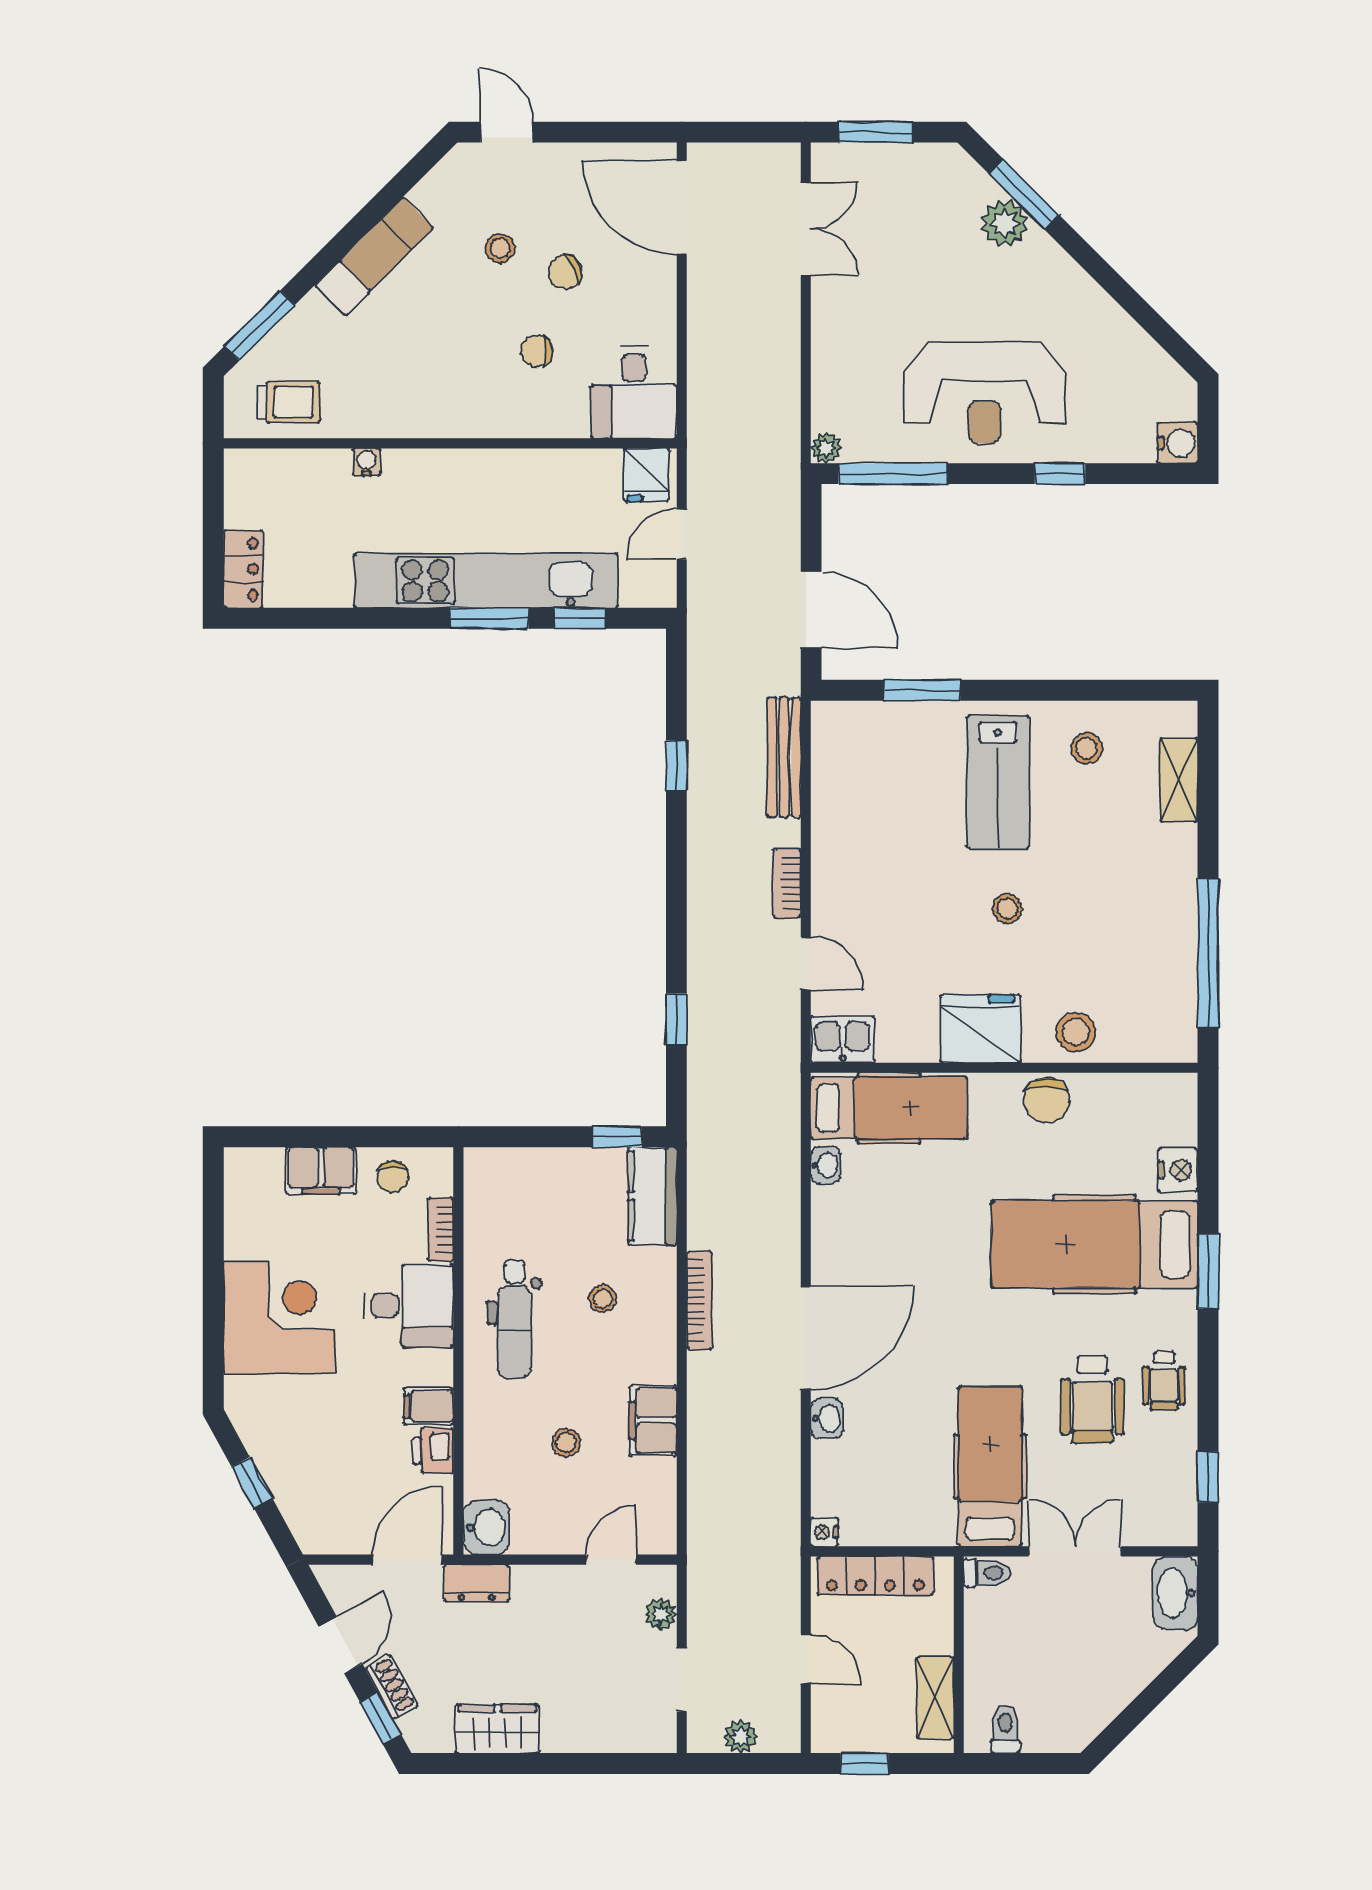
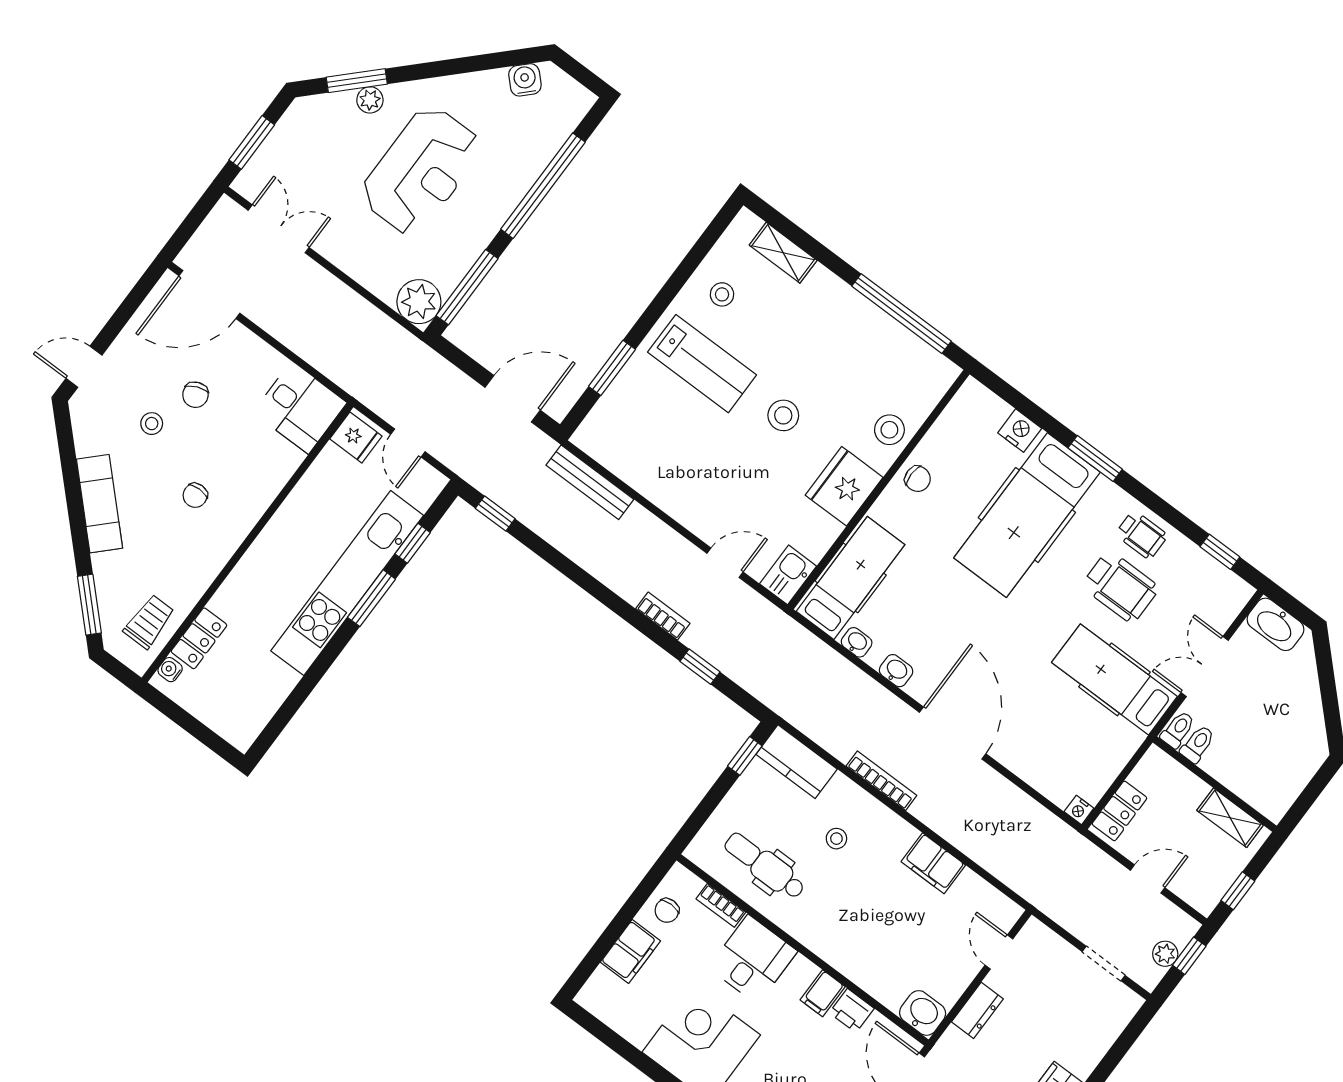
plant: (1005, 223) -> (370, 100), width x0.73, depth x0.73
chair: (537, 351) -> (195, 495), moved
reception desk: (985, 393) -> (421, 171), moved
water cooler: (1177, 443) -> (525, 80), moved, turned -45
plant: (826, 448) -> (419, 302), width x1.87, depth x1.87
water cooler: (367, 462) -> (170, 670), moved
window: (1060, 474) -> (543, 186), width x3.17
locker: (243, 569) -> (199, 638), moved, turned 90
window: (676, 765) -> (495, 513), moved
bookcase: (787, 883) -> (663, 616), moved, turned 180
stool: (1007, 909) -> (783, 415), width x1.37, depth x1.37
chair: (1046, 1100) -> (918, 479), width x0.73, depth x0.73
chair: (393, 1177) -> (667, 911), turned 90
dental chair: (514, 1319) -> (765, 866), moved, turned 180
washbasin: (827, 1419) -> (896, 671), moved
stool: (566, 1443) -> (907, 926), removed
locker: (875, 1576) -> (1119, 811), width x0.66
dresser: (477, 1583) -> (977, 1010), moved
plant: (661, 1614) -> (1054, 947), removed
toilet: (1005, 1729) -> (1198, 744), moved, turned 90
window: (758, 1764) -> (1189, 956), added

